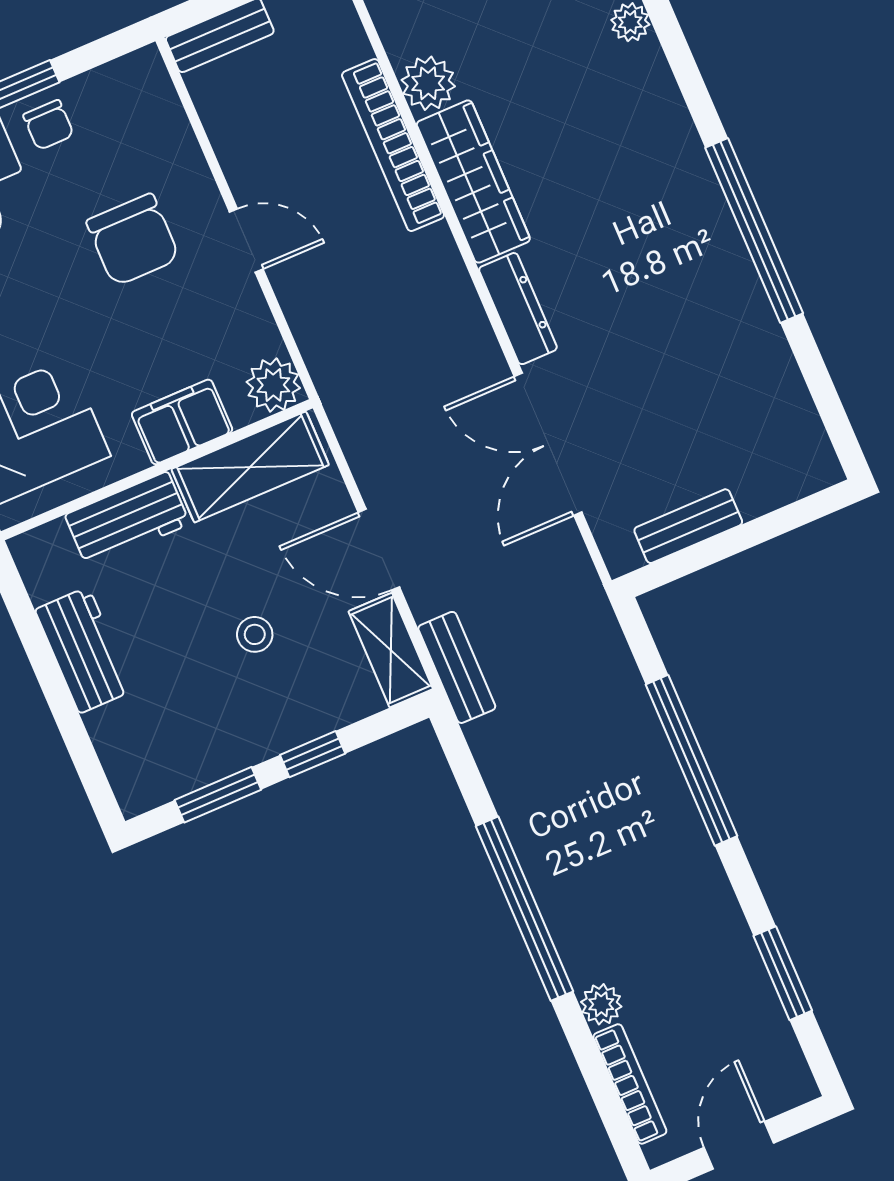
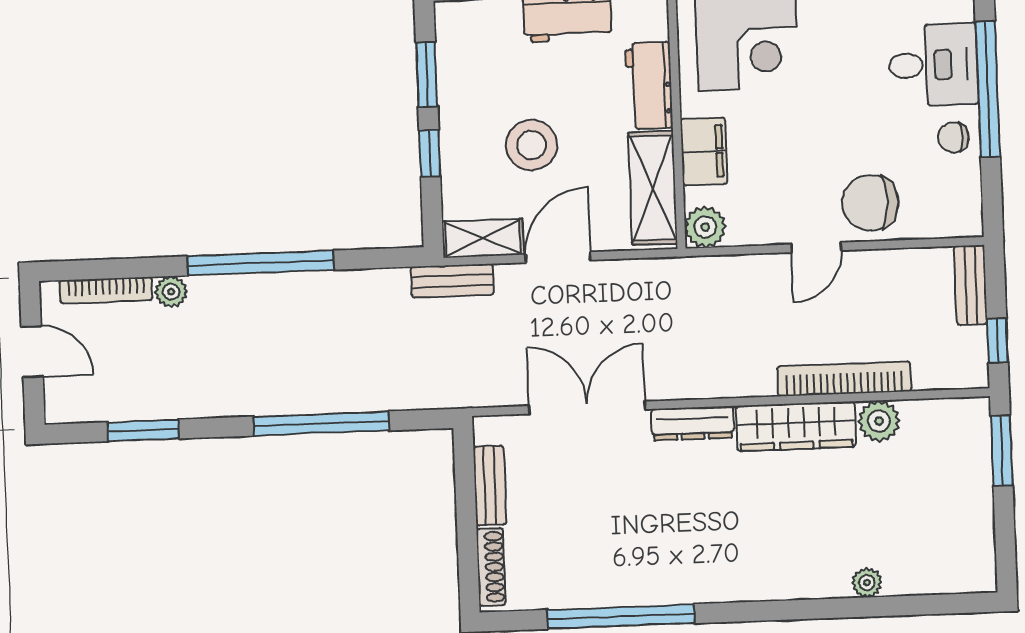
window: (754, 231) -> (621, 617), moved
chair: (133, 240) -> (870, 203), moved
shoe rack: (787, 487) -> (491, 567), added
stool: (255, 634) -> (532, 145), width x1.89, depth x1.89

